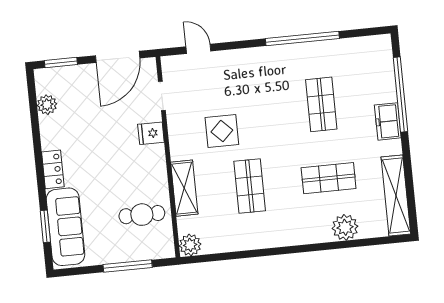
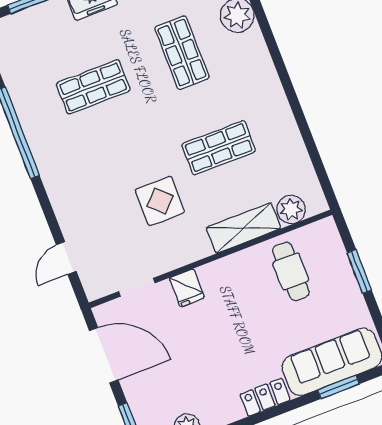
plant: (190, 245) -> (291, 209), moved
window: (128, 266) -> (359, 271), width x0.69

